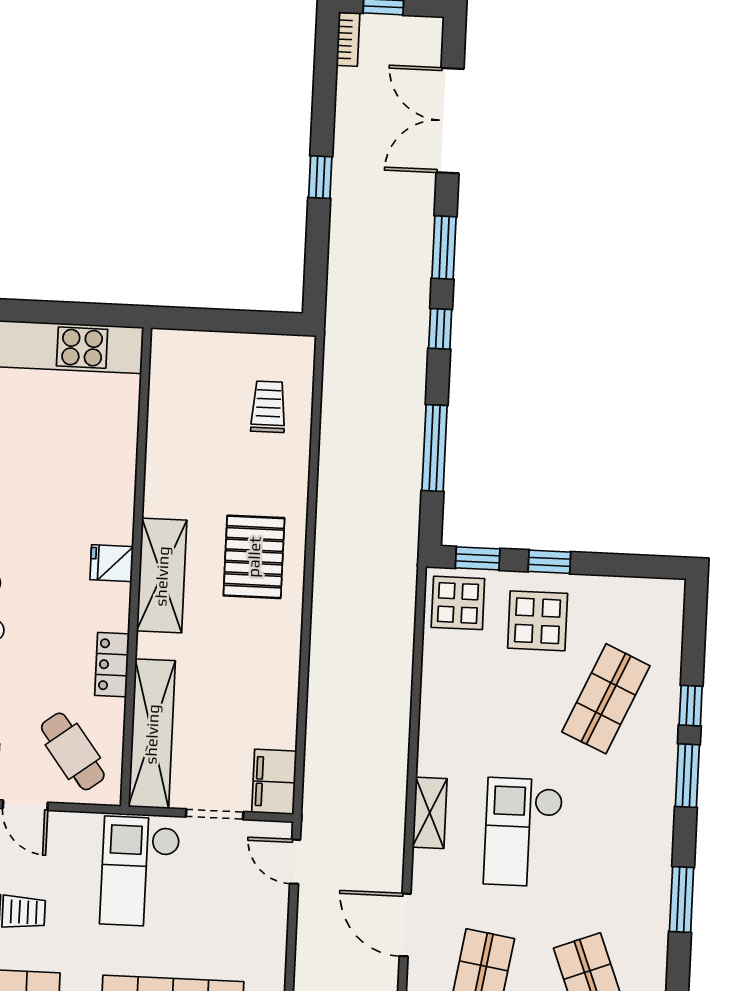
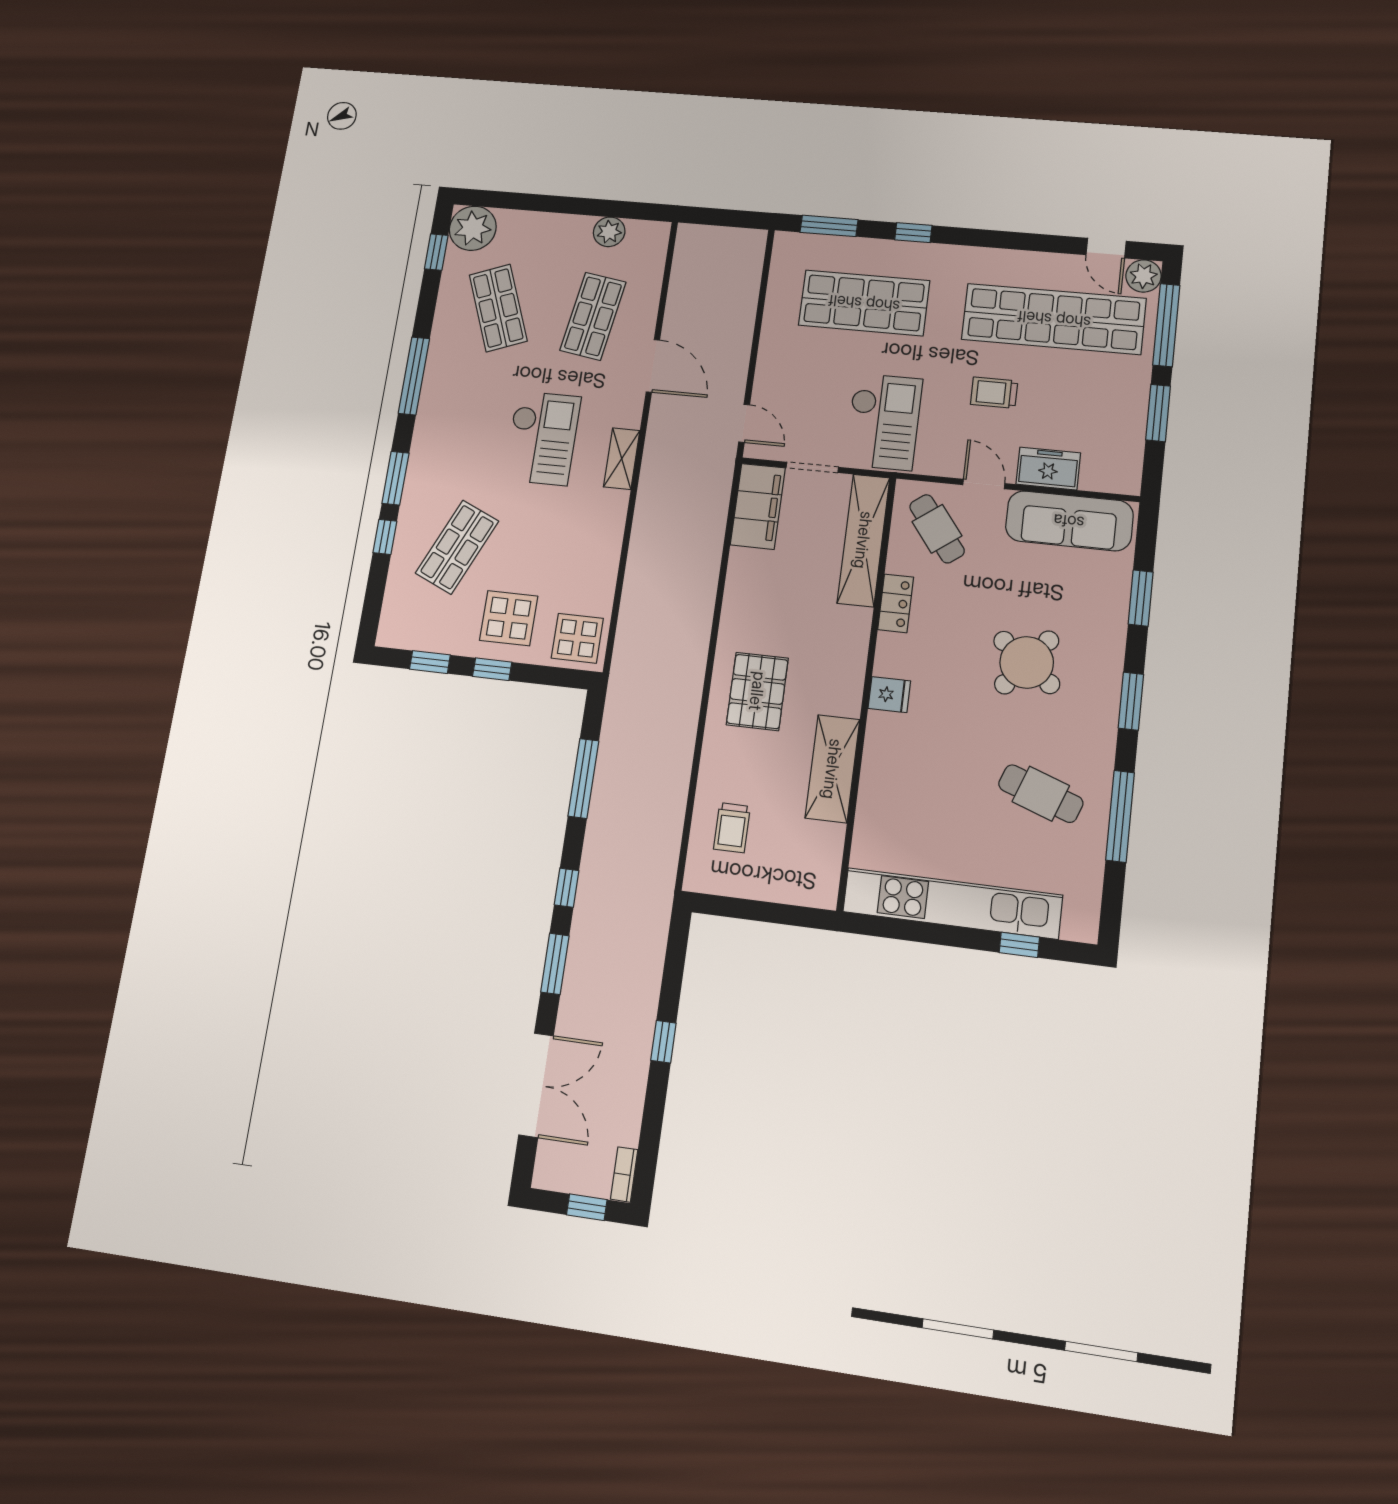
window: (478, 558) -> (430, 662), moved
shelving: (162, 576) -> (832, 769), moved
filing cabinet: (274, 782) -> (758, 506), width x1.50, depth x1.17
window: (682, 900) -> (414, 376), width x1.44

